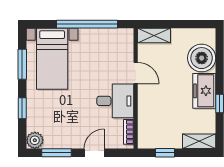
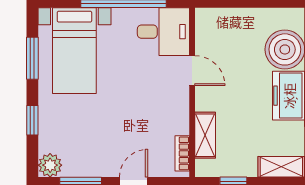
shelving: (154, 36) -> (205, 135), moved, turned 90
desk: (115, 101) -> (163, 32), moved

